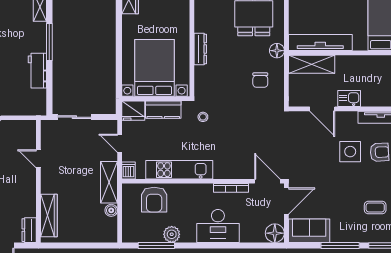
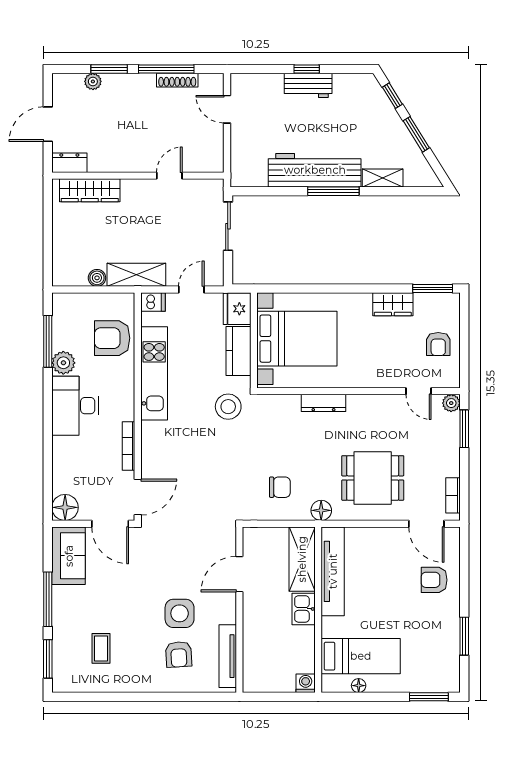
workbench: (37, 71) -> (315, 170), width x1.88, depth x1.32
chair: (260, 80) -> (280, 487), turned 180
kitchen sink: (349, 99) -> (304, 609), moved, turned 180
stool: (203, 117) -> (228, 407), width x1.89, depth x1.89
desk: (218, 226) -> (75, 406), moved

